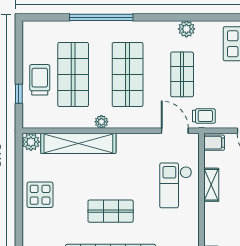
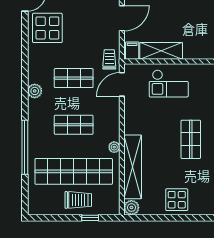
plant: (186, 29) -> (35, 91), moved
shop shelf: (73, 74) -> (74, 171), width x1.40
shop shelf: (128, 74) -> (74, 125), width x0.70, depth x0.74
trolley: (40, 80) -> (78, 200), turned 180
shelving: (211, 185) -> (161, 51), width x1.50, depth x1.33

